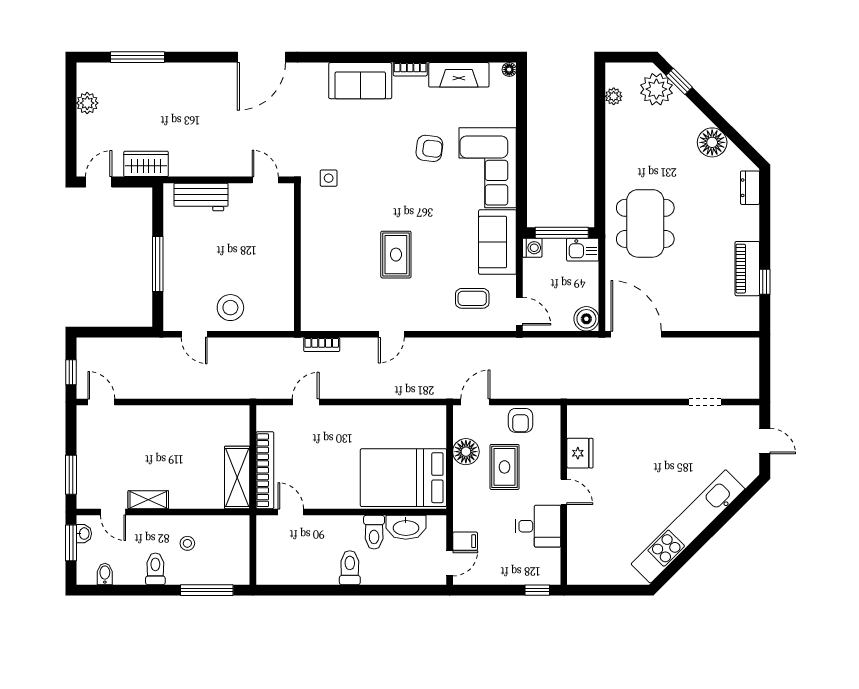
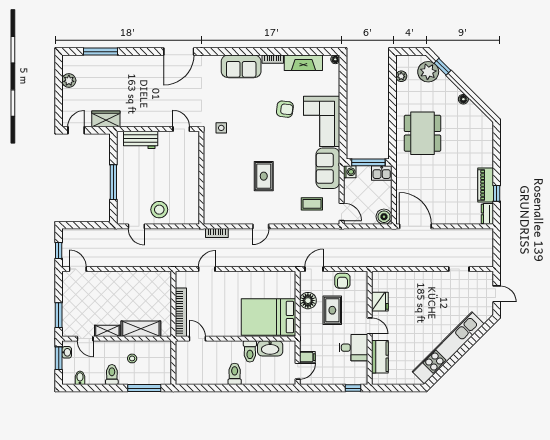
floor lamp: (712, 142) -> (463, 99), width x0.53, depth x0.53
dresser: (750, 188) -> (487, 214), moved
dining table: (645, 223) -> (422, 133), moved
shelving: (237, 477) -> (141, 329), moved, turned 90
kitchen counter: (580, 540) -> (380, 357), added

